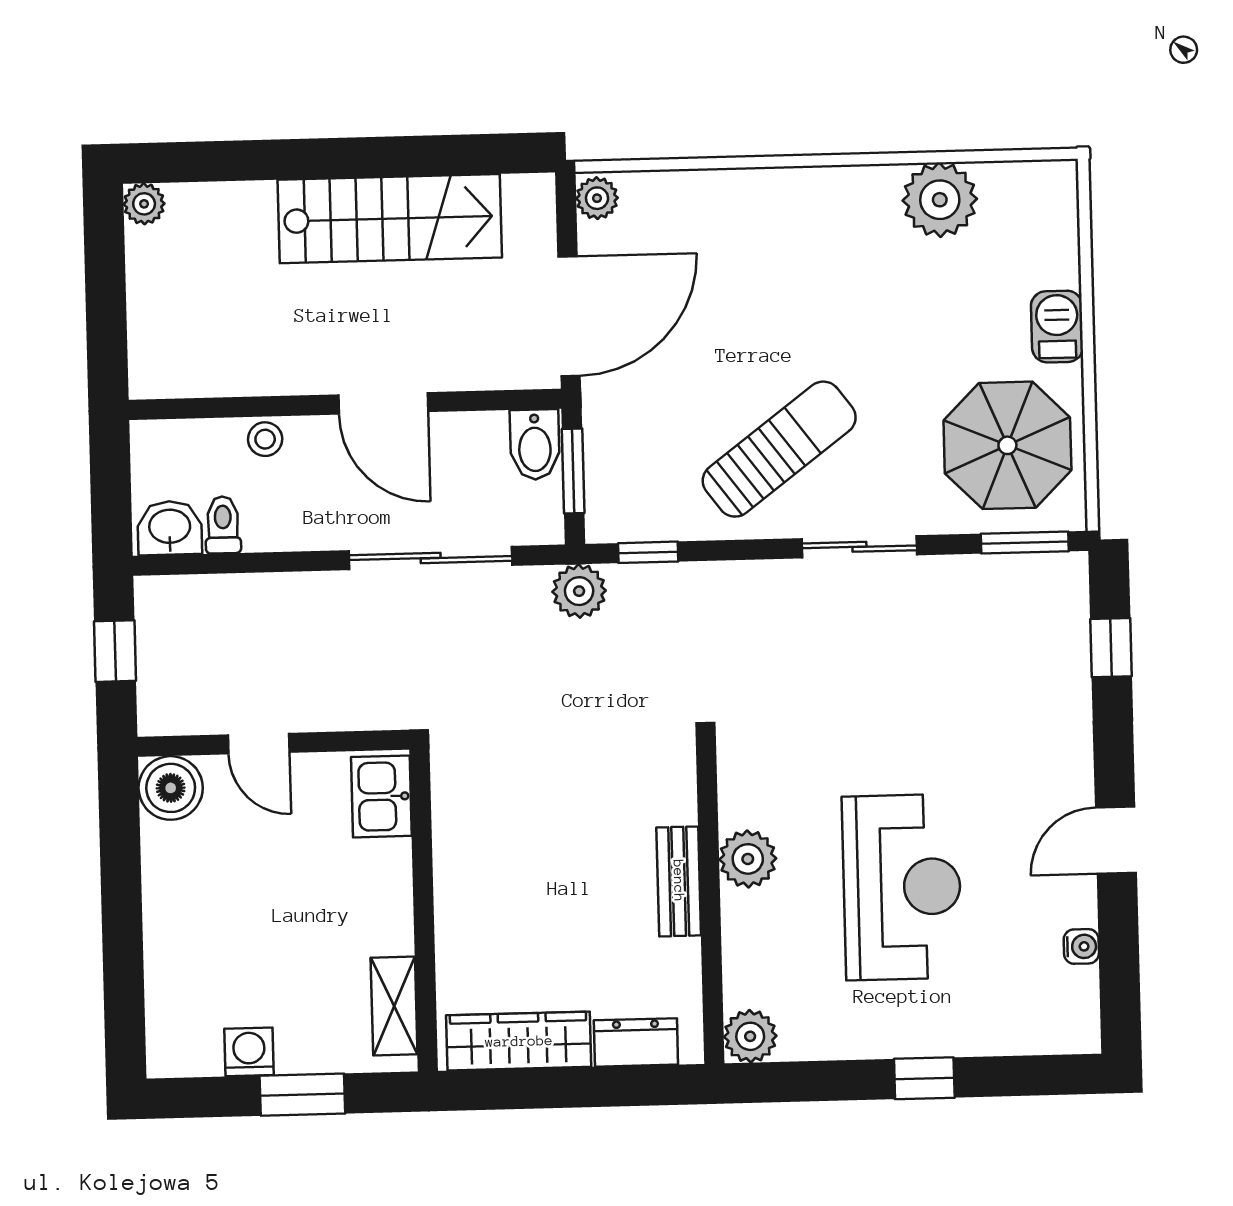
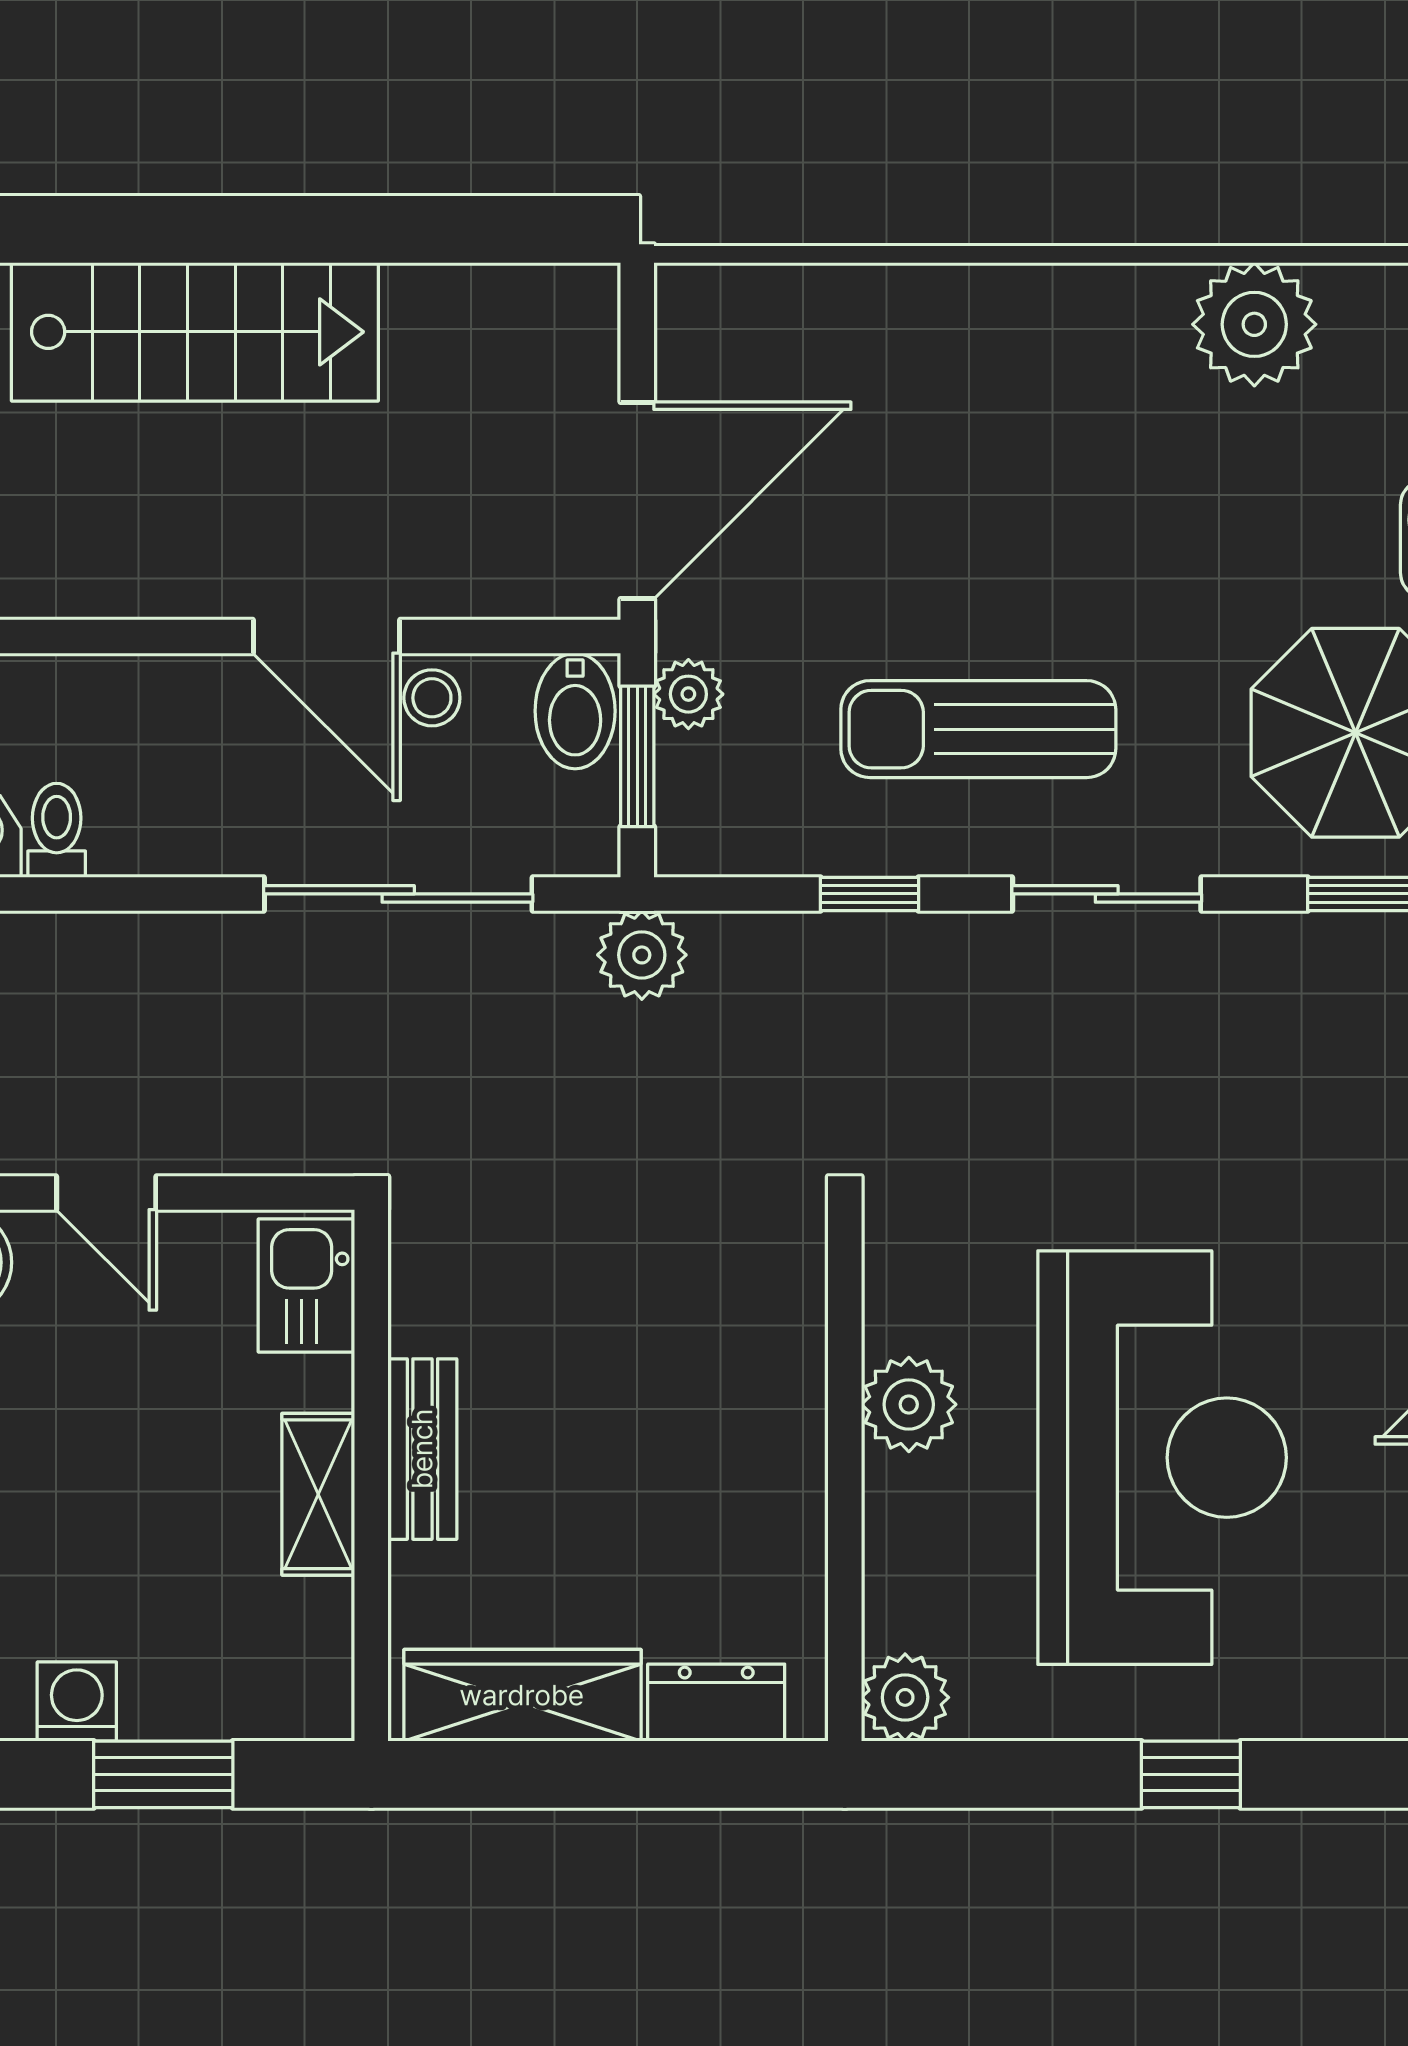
plant: (597, 198) -> (688, 694), moved
stairs: (390, 219) -> (195, 332), moved
stool: (265, 439) -> (432, 698), moved
sun lounger: (779, 449) -> (978, 729), turned -143
window: (648, 552) -> (869, 894), moved
bench: (679, 881) -> (422, 1449), moved
reception desk: (902, 887) -> (1162, 1458), width x1.36, depth x1.30
shelving: (394, 1006) -> (318, 1494), moved

